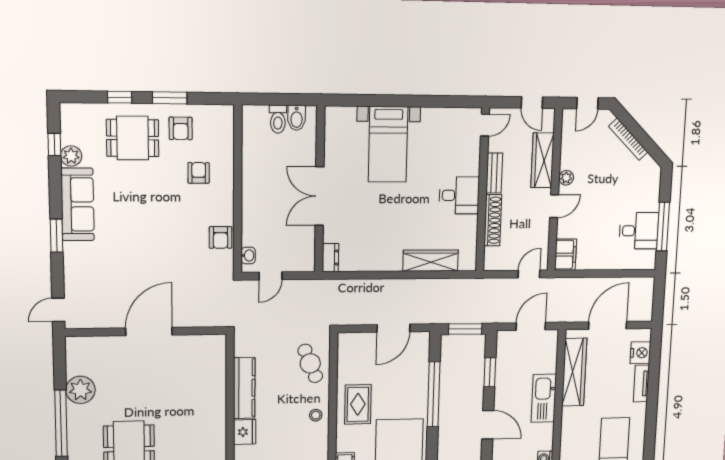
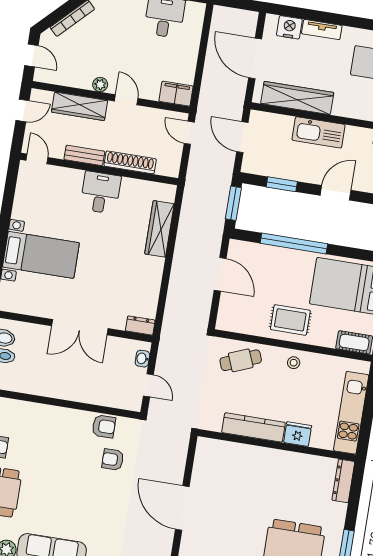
armchair: (199, 173) -> (113, 460), moved
washbasin: (248, 255) -> (142, 359), moved, turned -90

